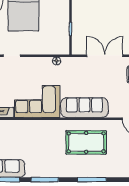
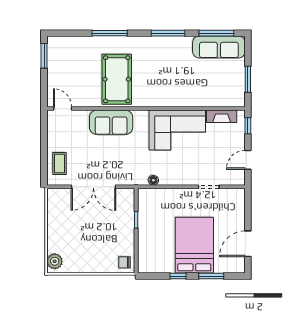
sofa: (84, 108) -> (111, 122), width x0.73
pool table: (86, 142) -> (117, 79), turned 90

